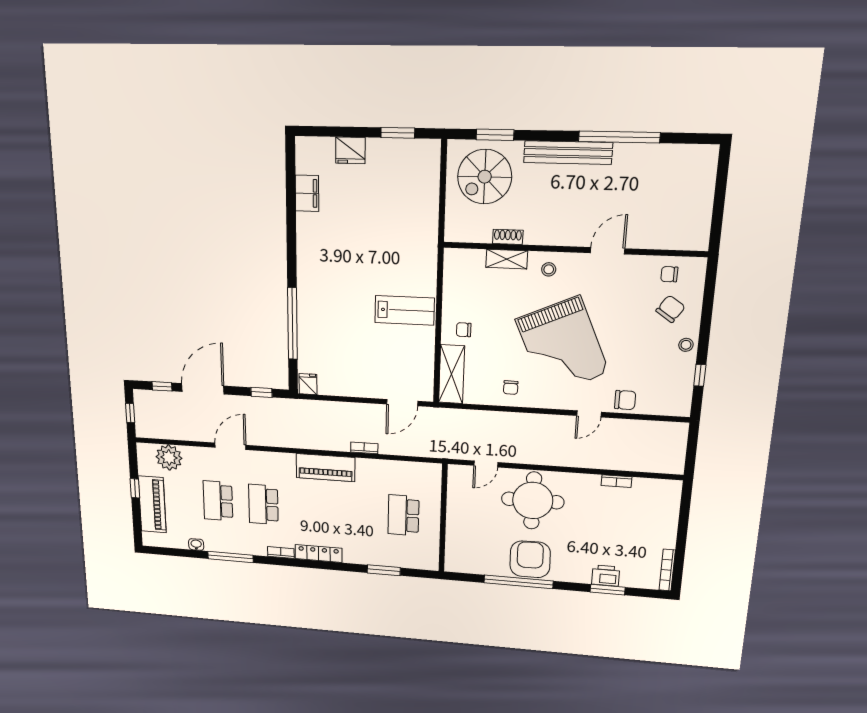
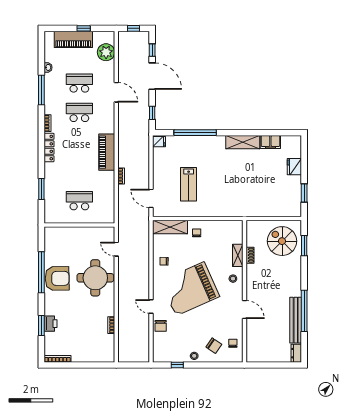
bench: (568, 153) -> (296, 320), moved
dresser: (701, 154) -> (296, 353), added
shelving: (308, 243) -> (243, 142), added
lab bench: (405, 310) -> (189, 184), moved

